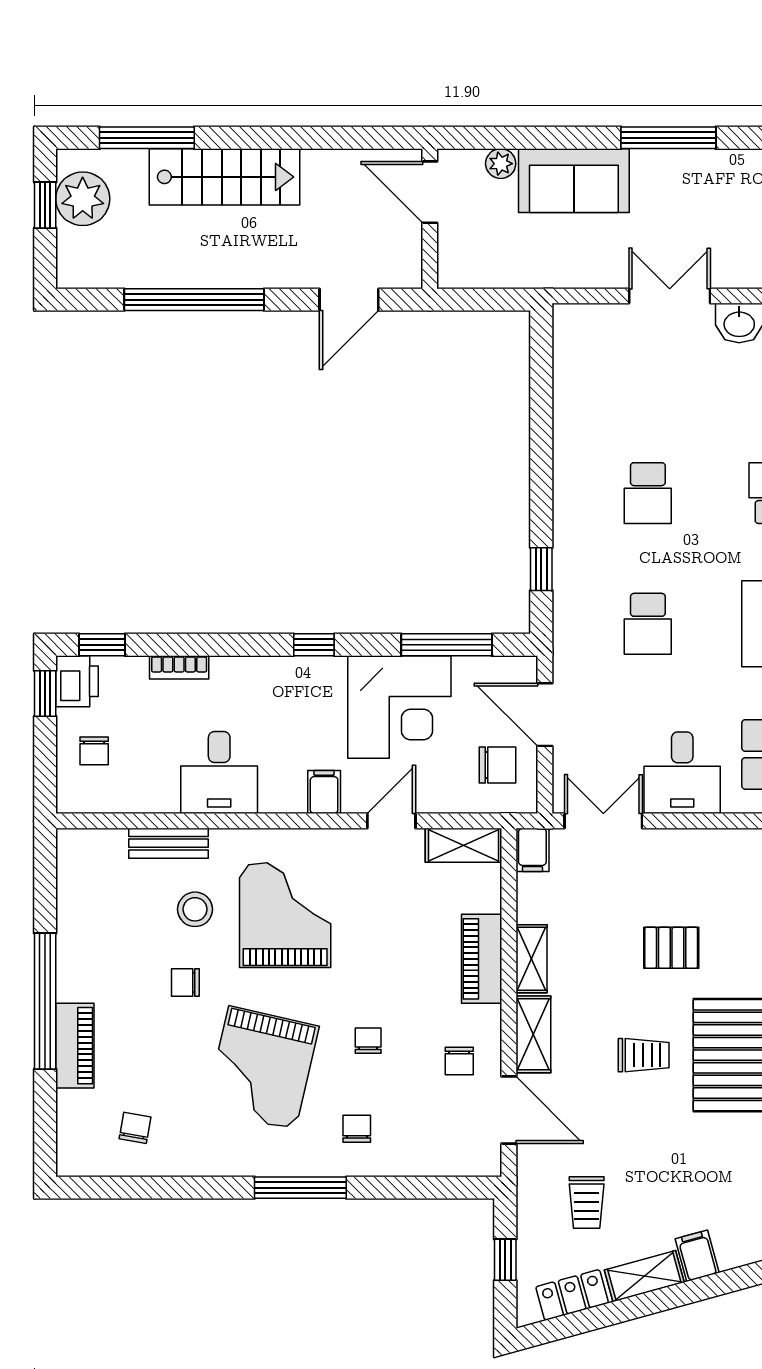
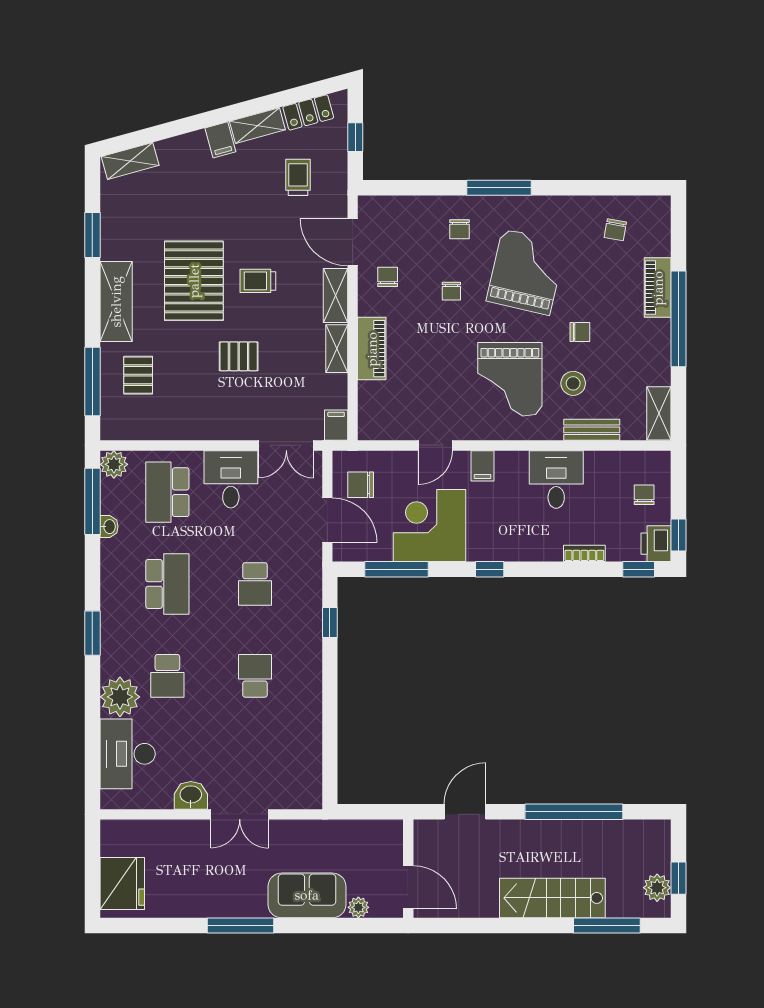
plant: (83, 199) -> (657, 888), width x0.73, depth x0.73
school desk: (648, 624) -> (255, 584), turned 180
shelving: (464, 845) -> (659, 413), moved, turned 90

